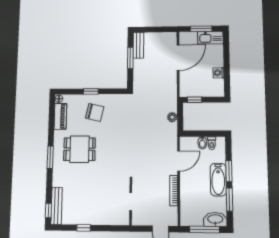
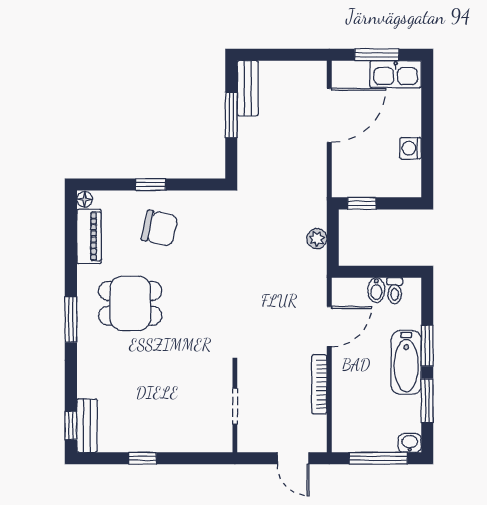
bench: (57, 206) -> (87, 426), width x0.73
washbasin: (215, 219) -> (410, 443), width x0.52, depth x0.69

